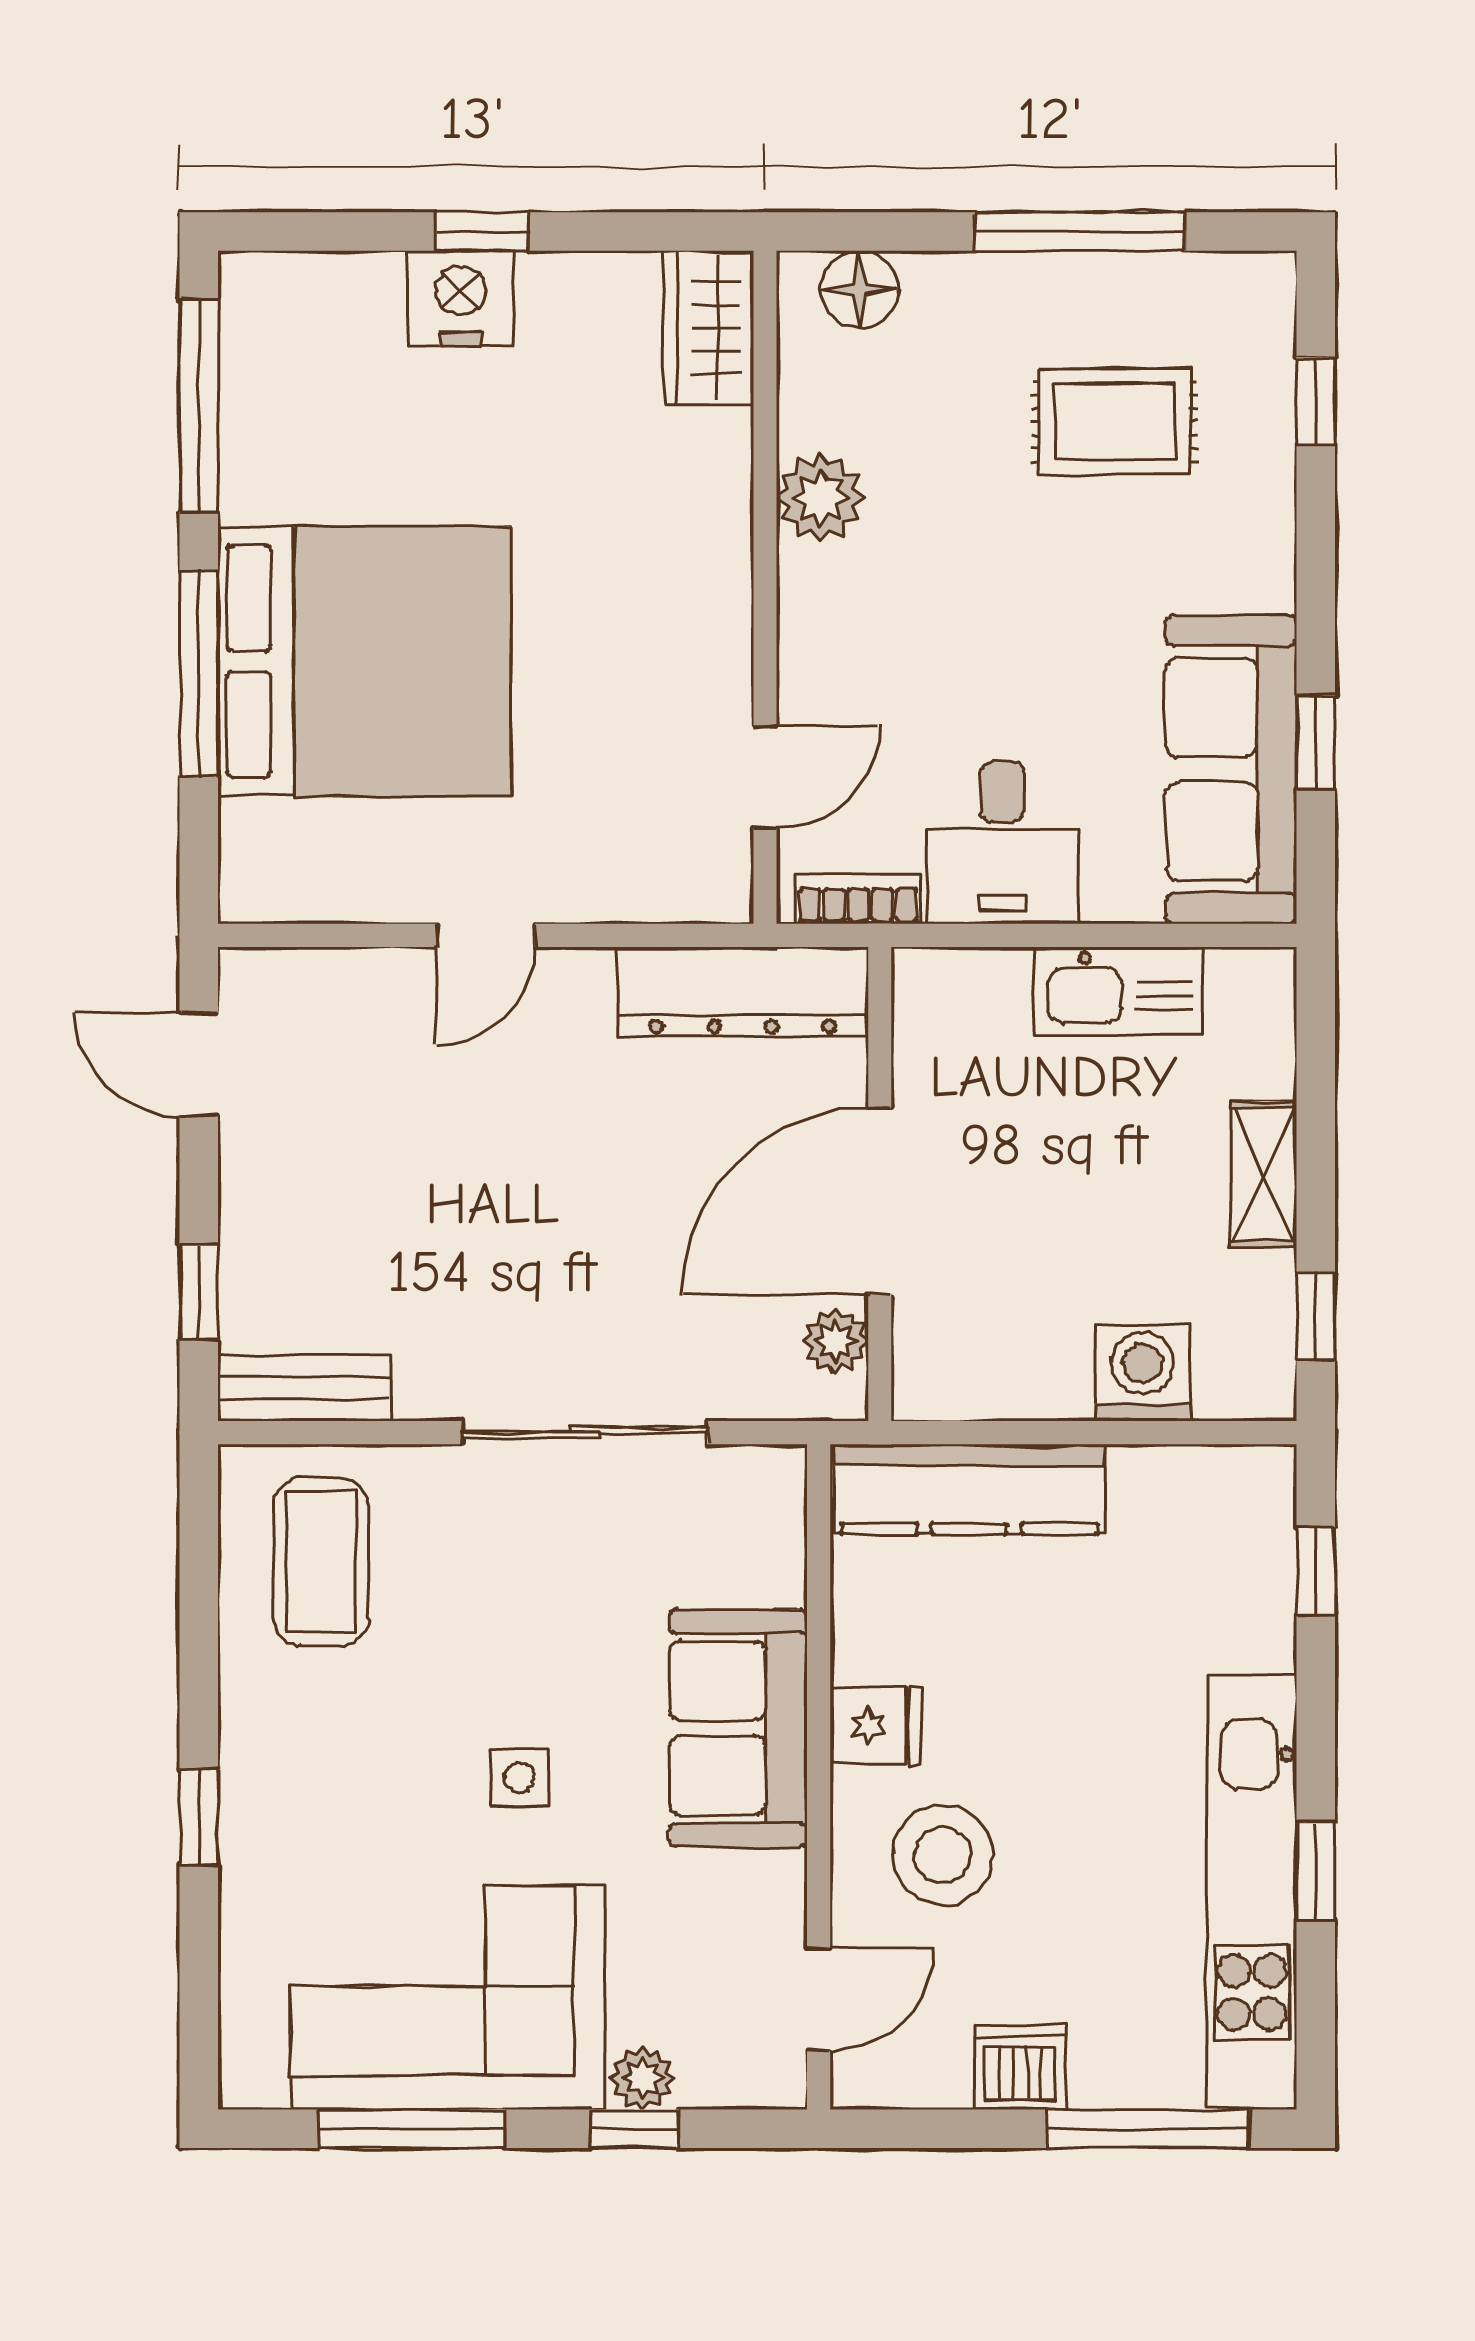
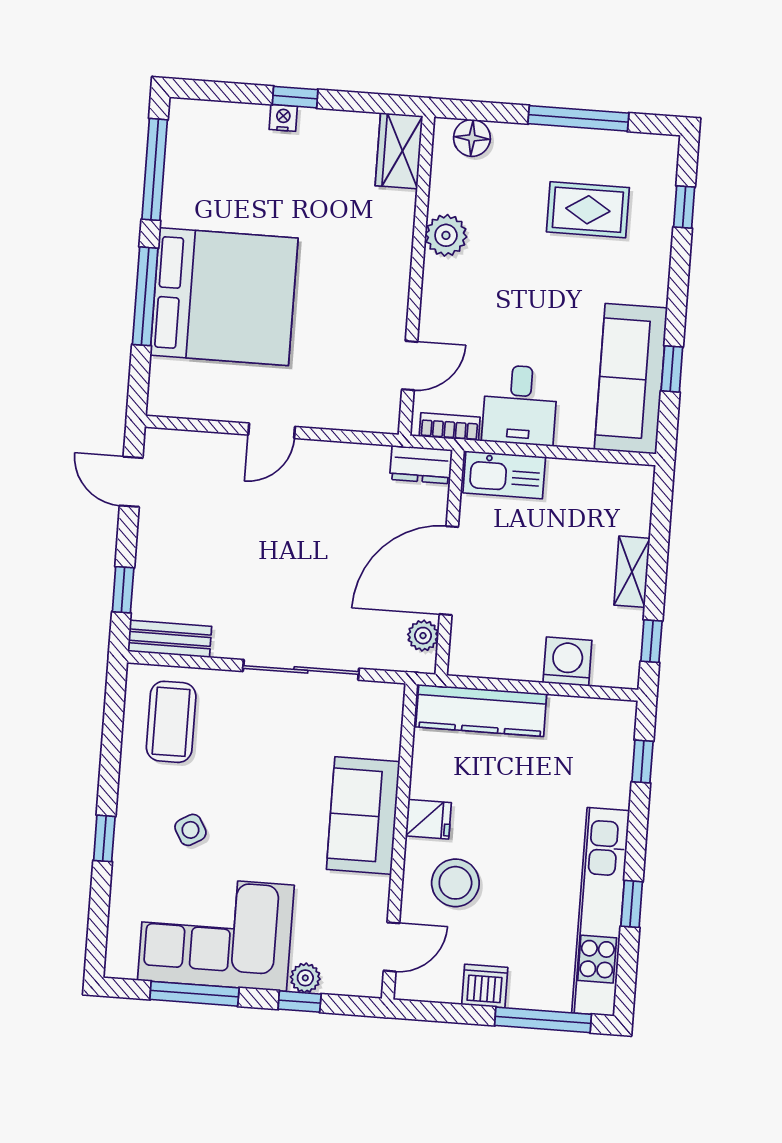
nightstand: (461, 298) -> (283, 118), width x0.53, depth x0.56
kitchen sink: (1118, 991) -> (504, 475), moved
dresser: (743, 992) -> (421, 465), width x0.51, depth x0.80
side table: (520, 1777) -> (190, 830), moved, turned -30

